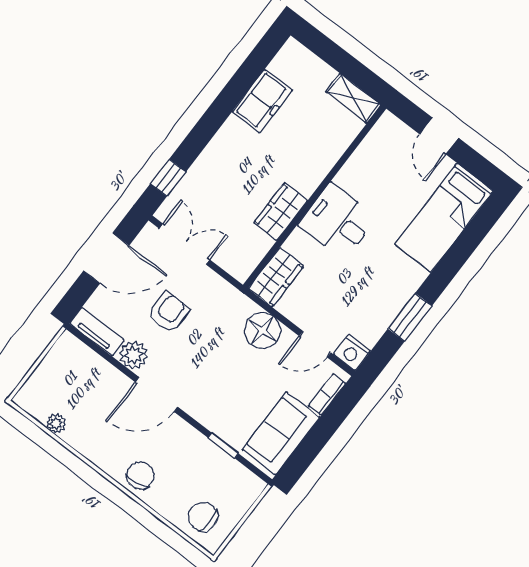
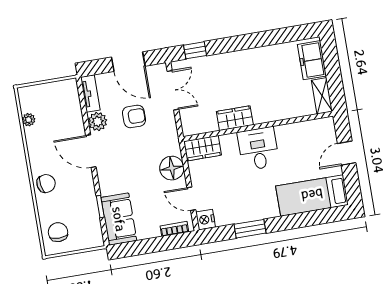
freezer: (262, 101) -> (312, 60), moved, turned 90
sofa: (281, 433) -> (119, 219), moved, turned 90

